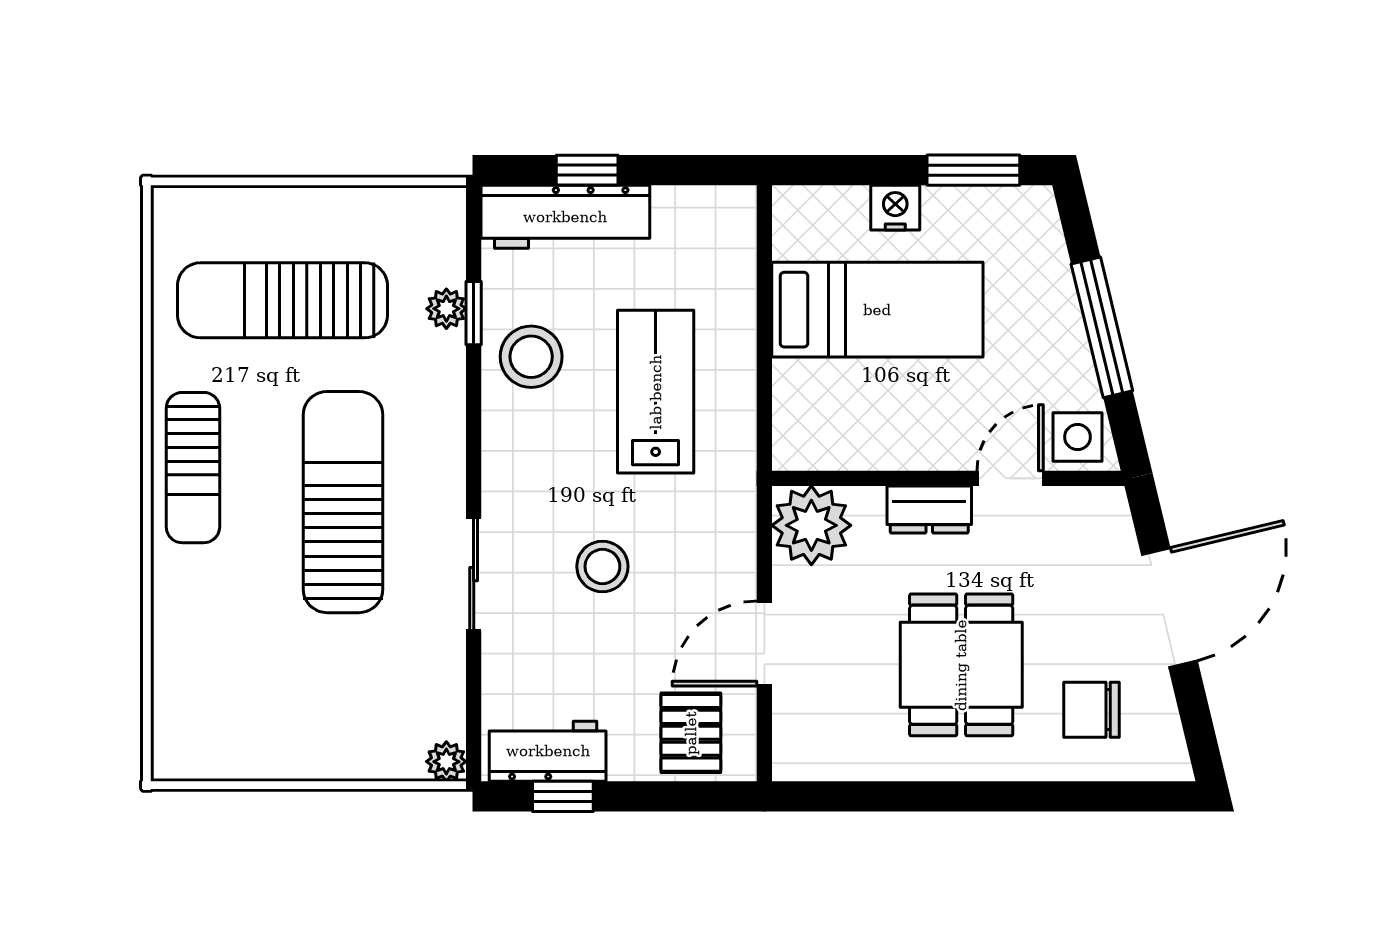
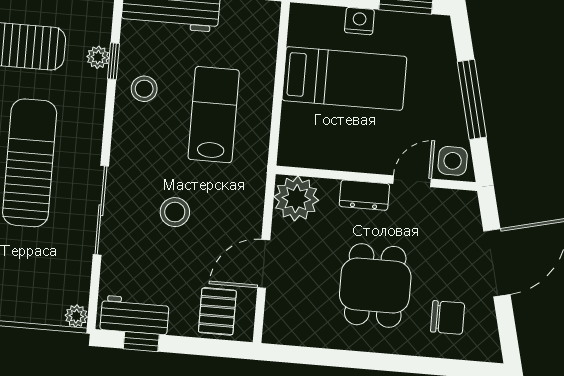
stool: (531, 357) -> (144, 89), width x0.73, depth x0.73
sliding door: (474, 574) -> (101, 210), width x1.37
chair: (1092, 710) -> (448, 317), turned 180

